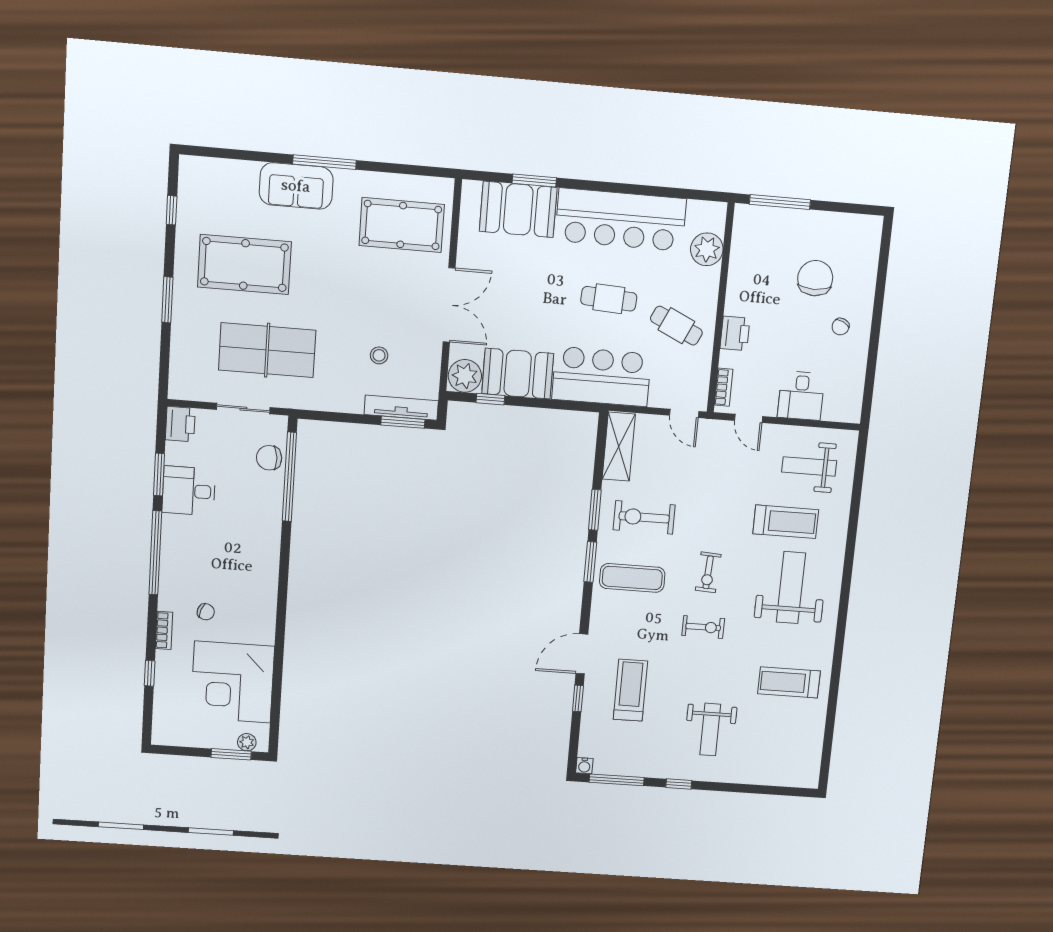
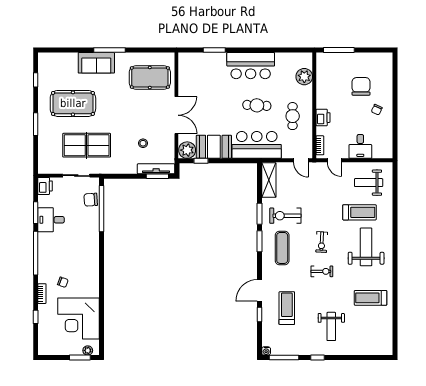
booth: (518, 209) -> (207, 65), removed
bar counter: (621, 220) -> (251, 66), width x0.73
cafe table: (676, 326) -> (293, 116), turned 65
exercise mat: (632, 578) -> (282, 248), turned 90

